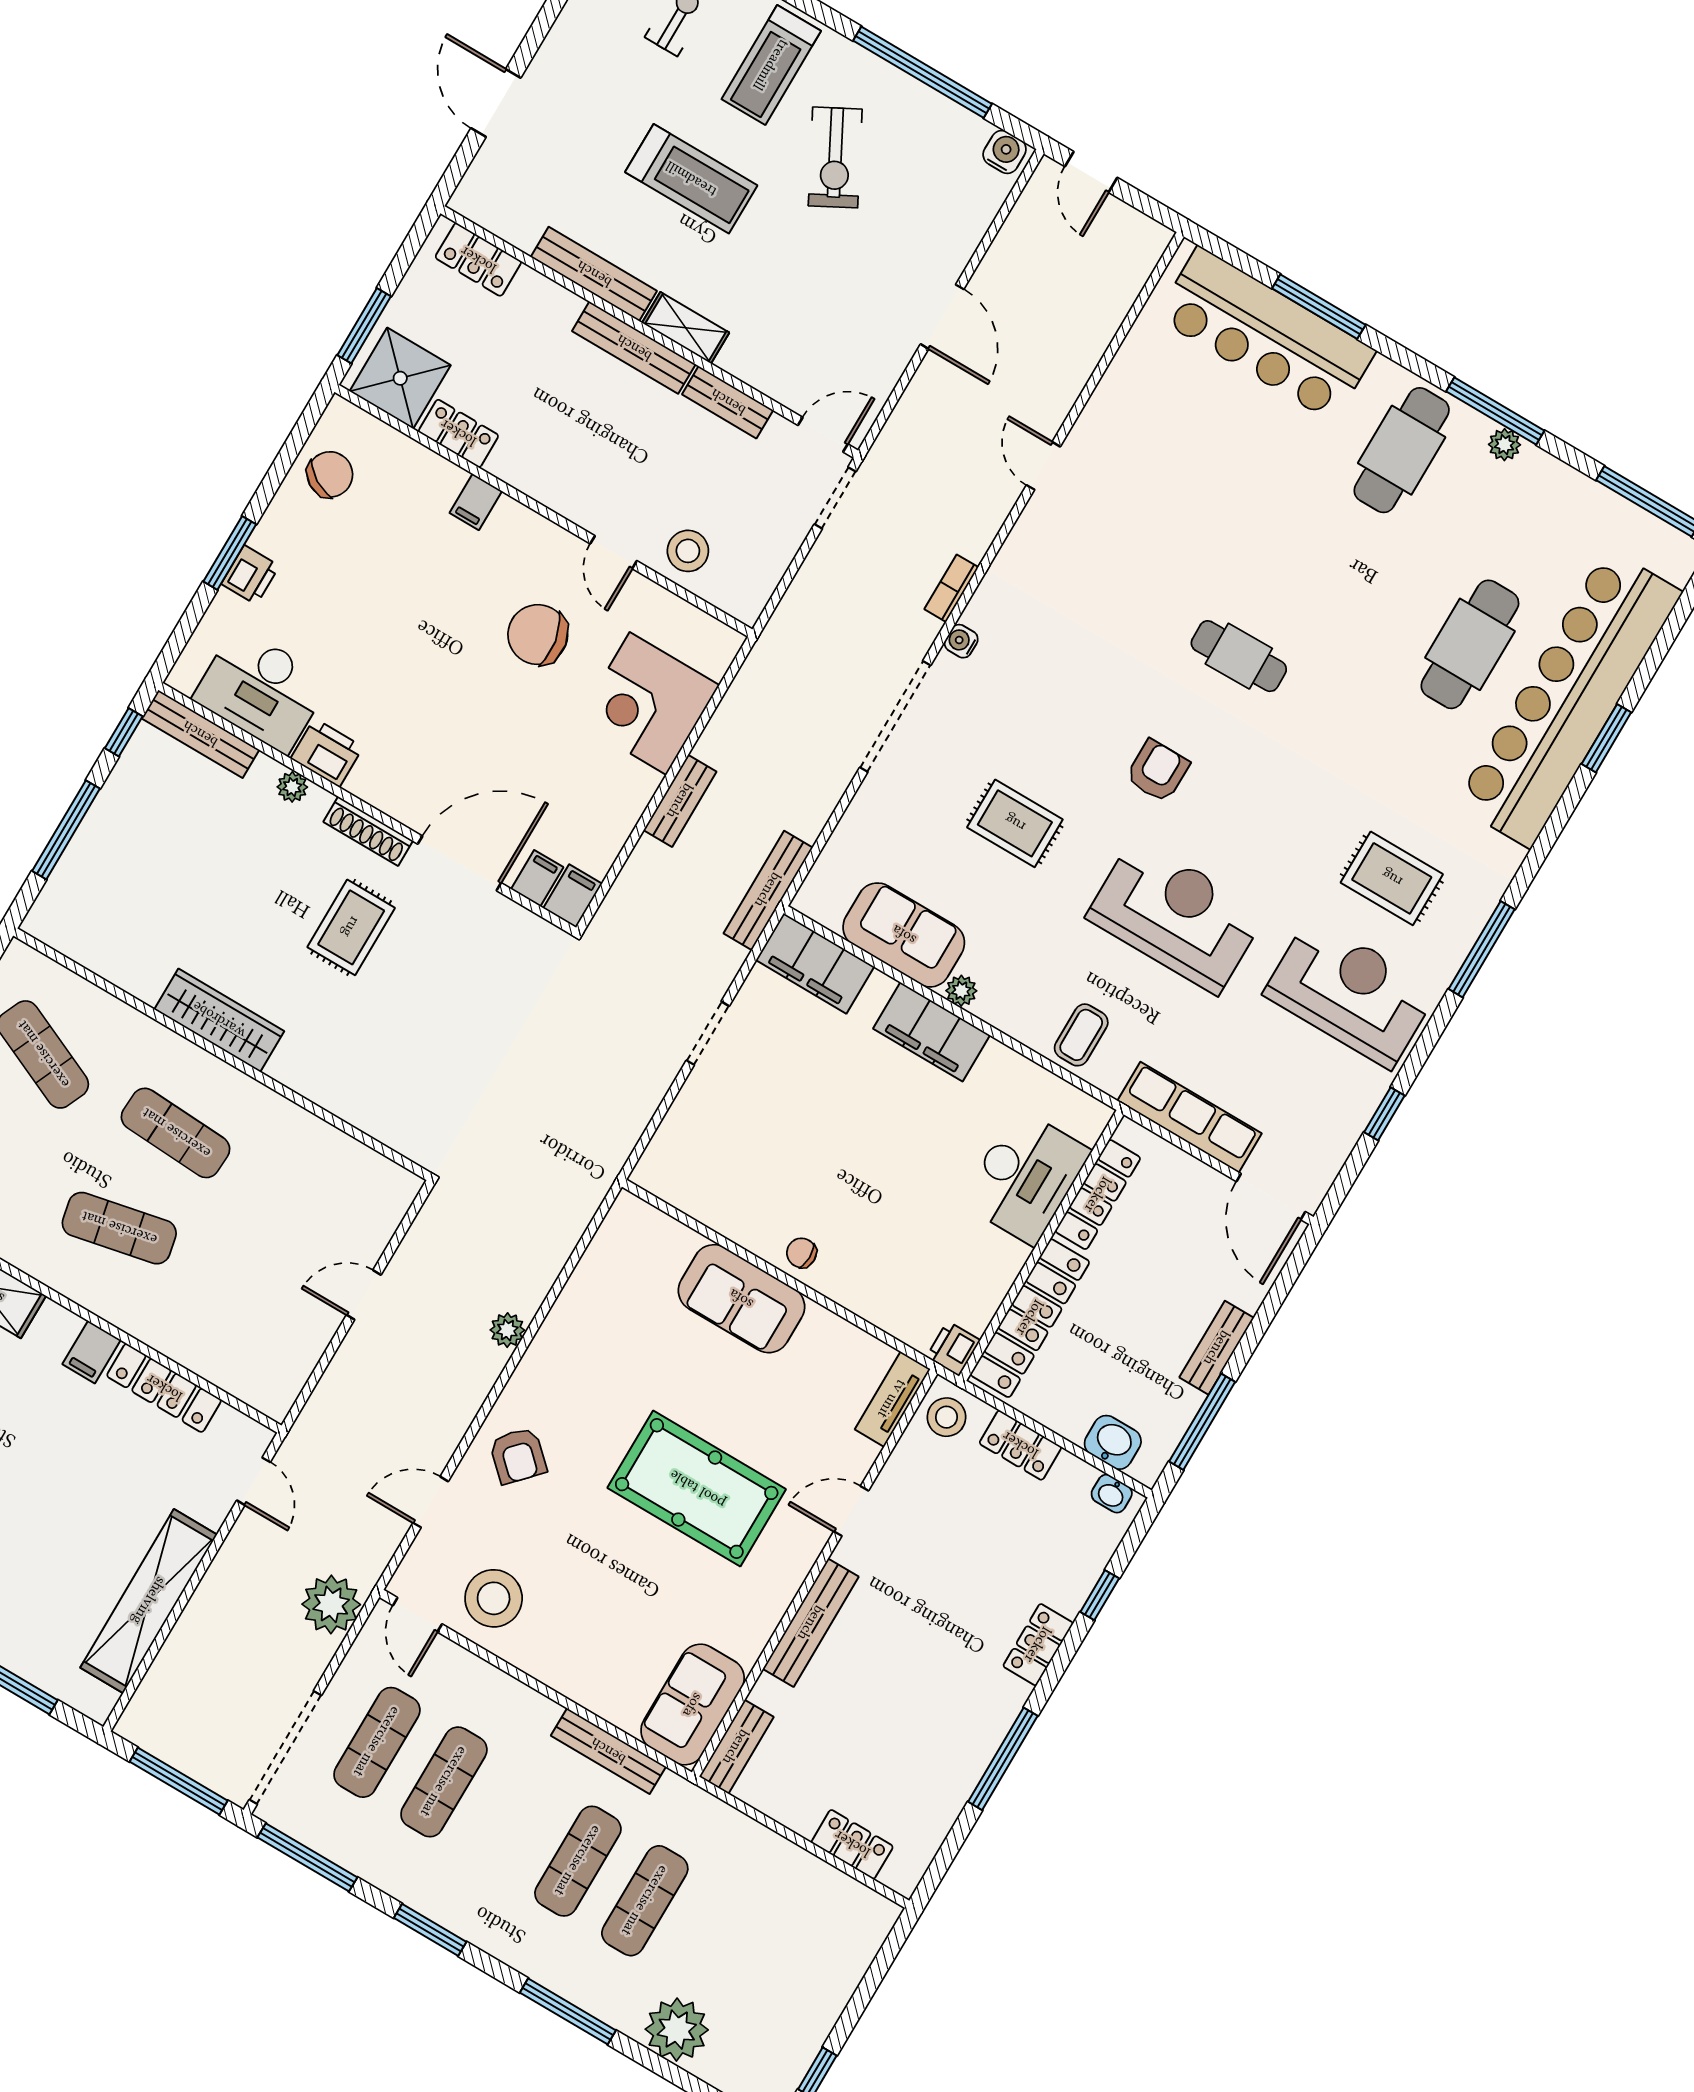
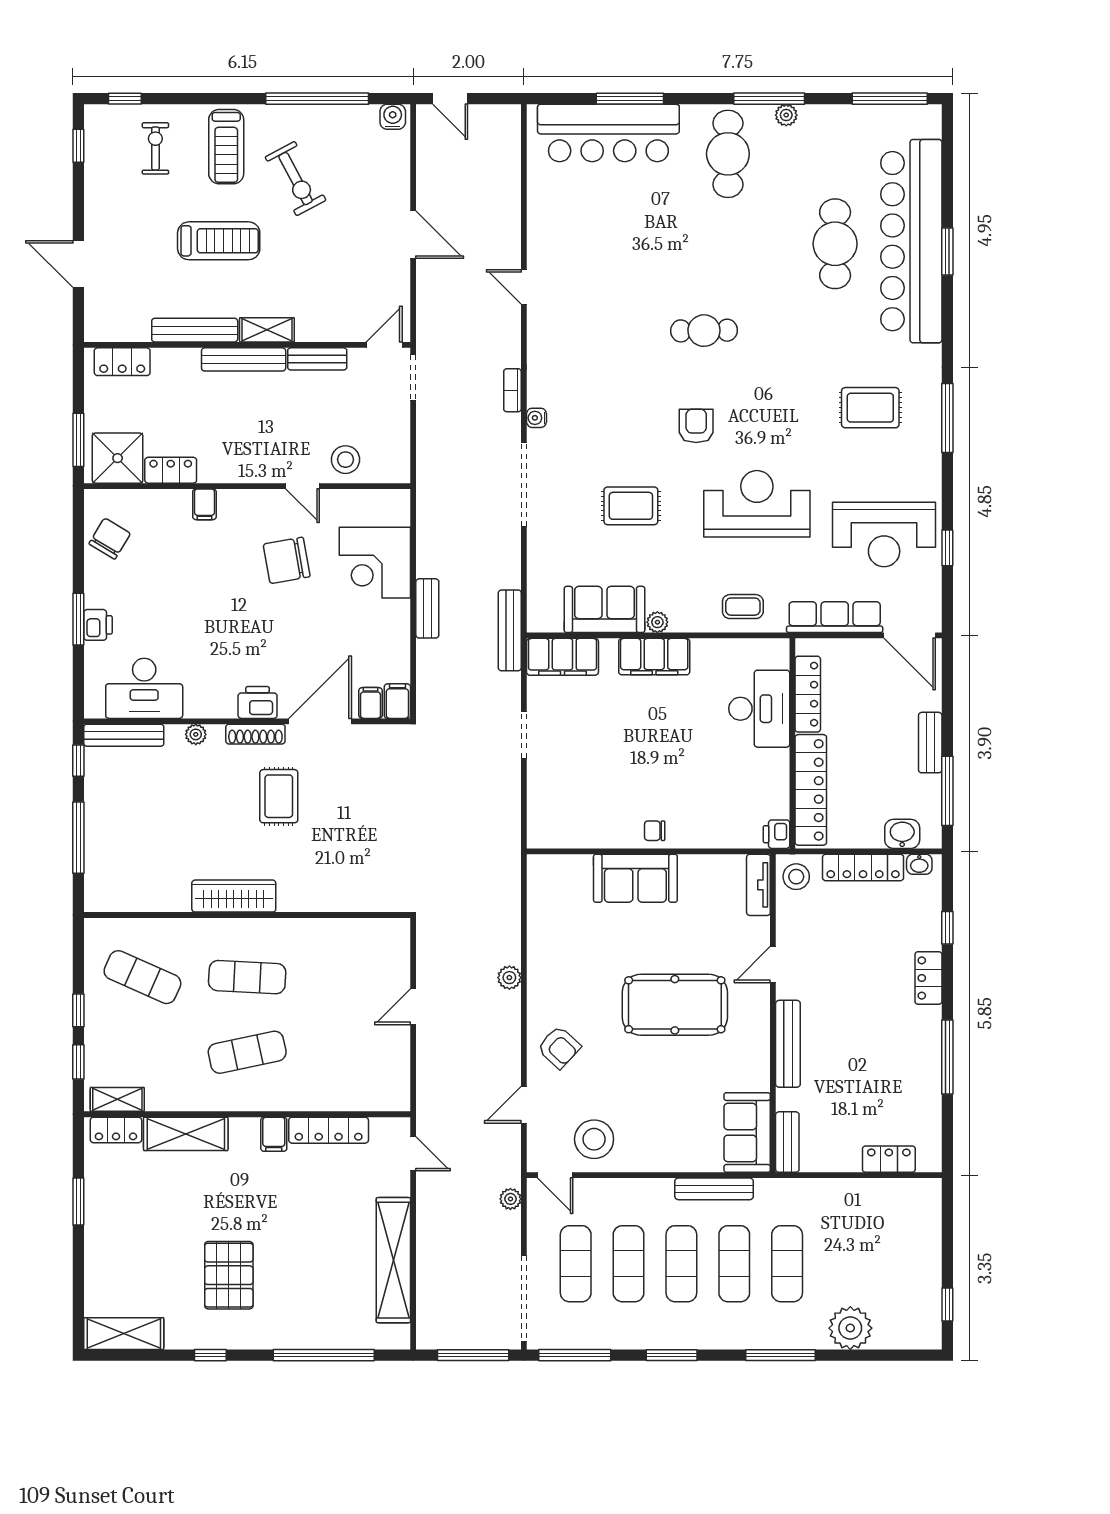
printer: (327, 753) -> (258, 702), moved
reception desk: (1351, 992) -> (884, 534), moved, turned 180
coffee table: (1081, 1035) -> (743, 607), turned 90
locker: (1020, 1445) -> (863, 867), width x1.53
plant: (331, 1604) -> (510, 1199), width x0.53, depth x0.53
exercise mat: (511, 1822) -> (681, 1264), added

